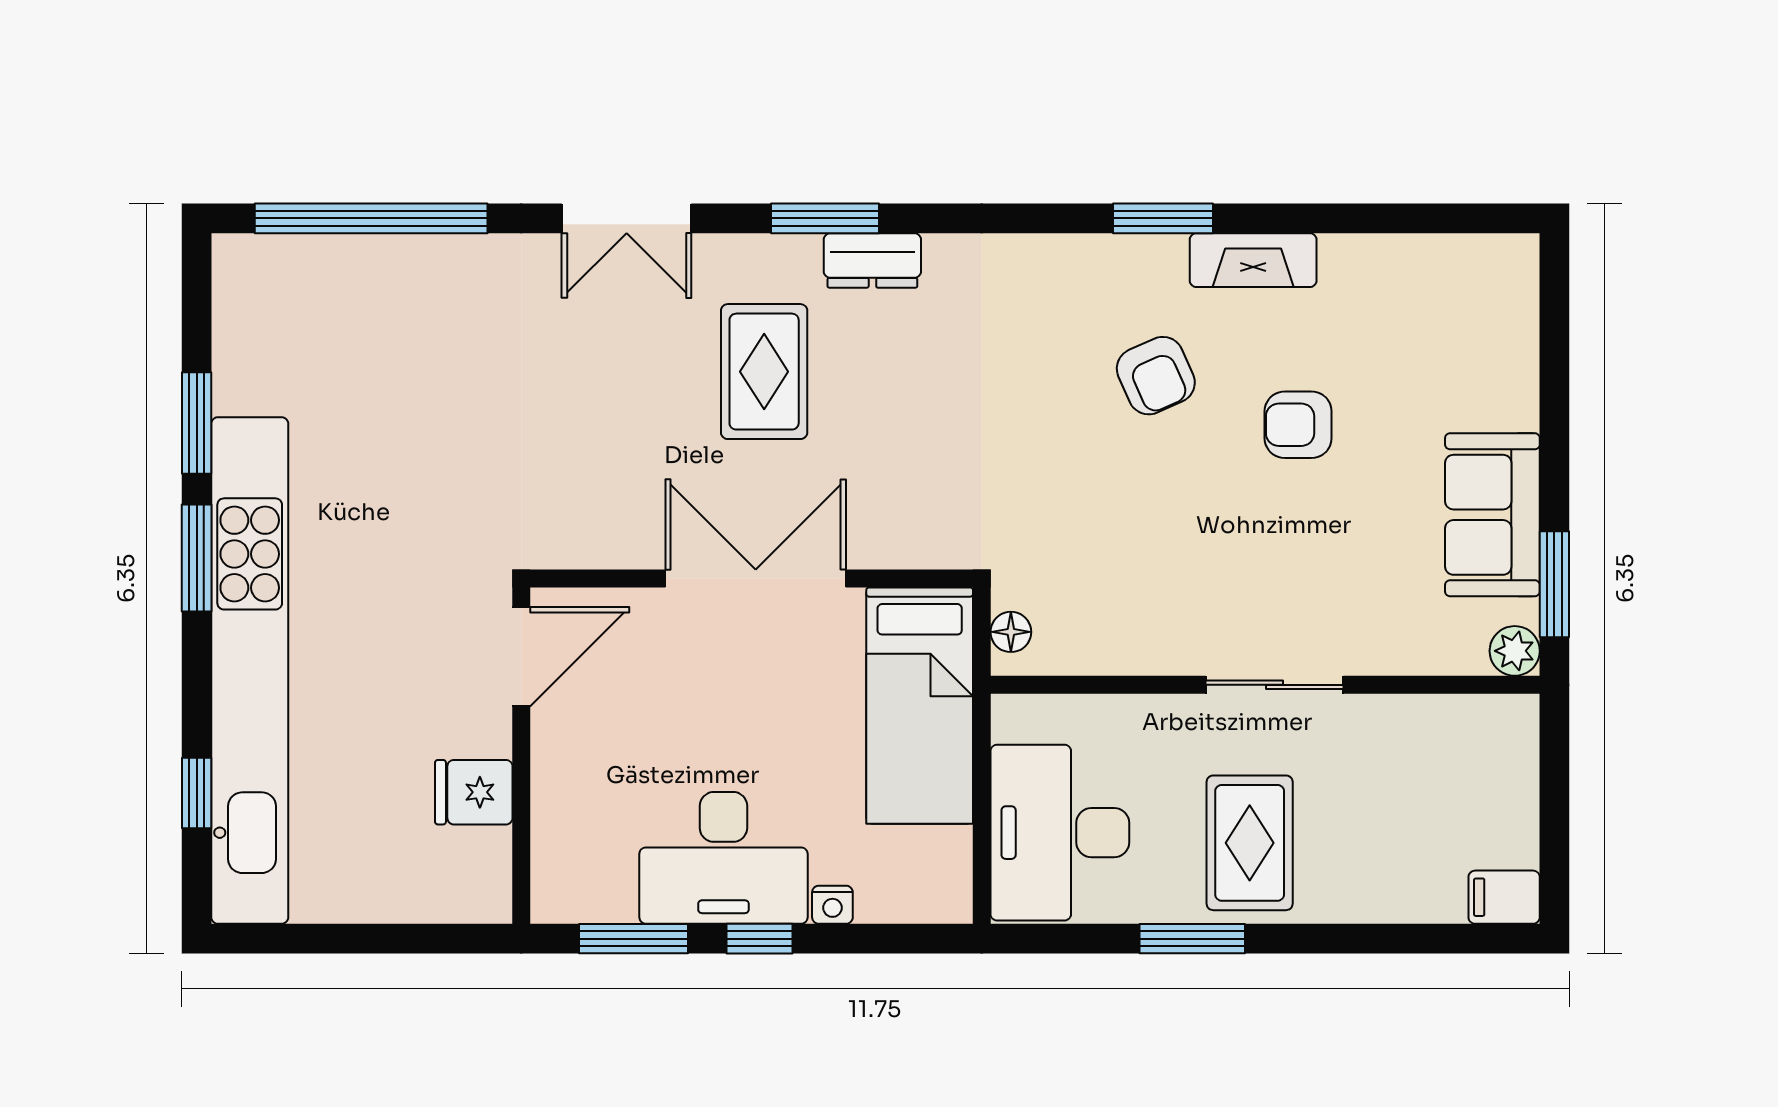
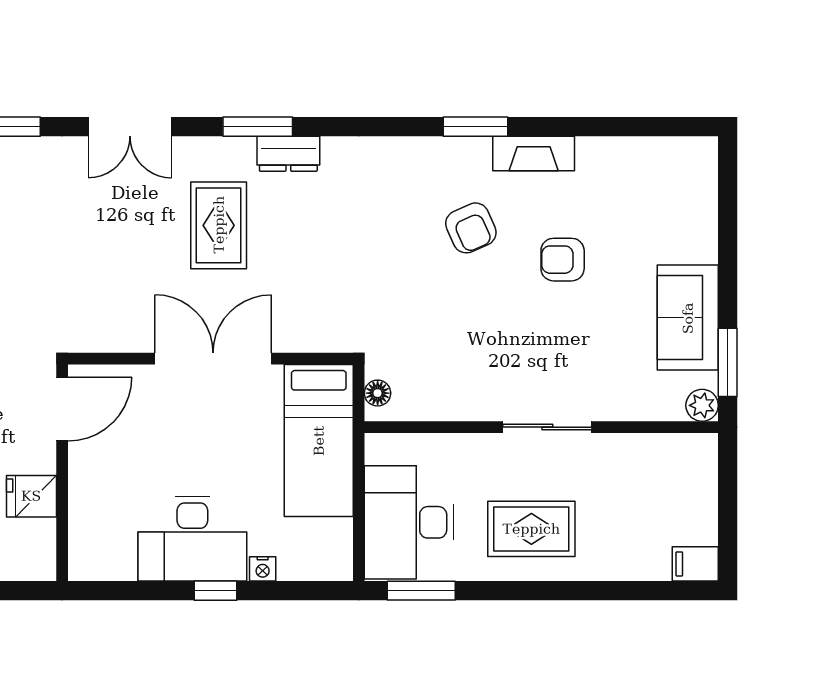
rug: (1250, 843) -> (531, 529), turned 90
window: (634, 939) -> (134, 591), removed
window: (1192, 939) -> (421, 591), moved

